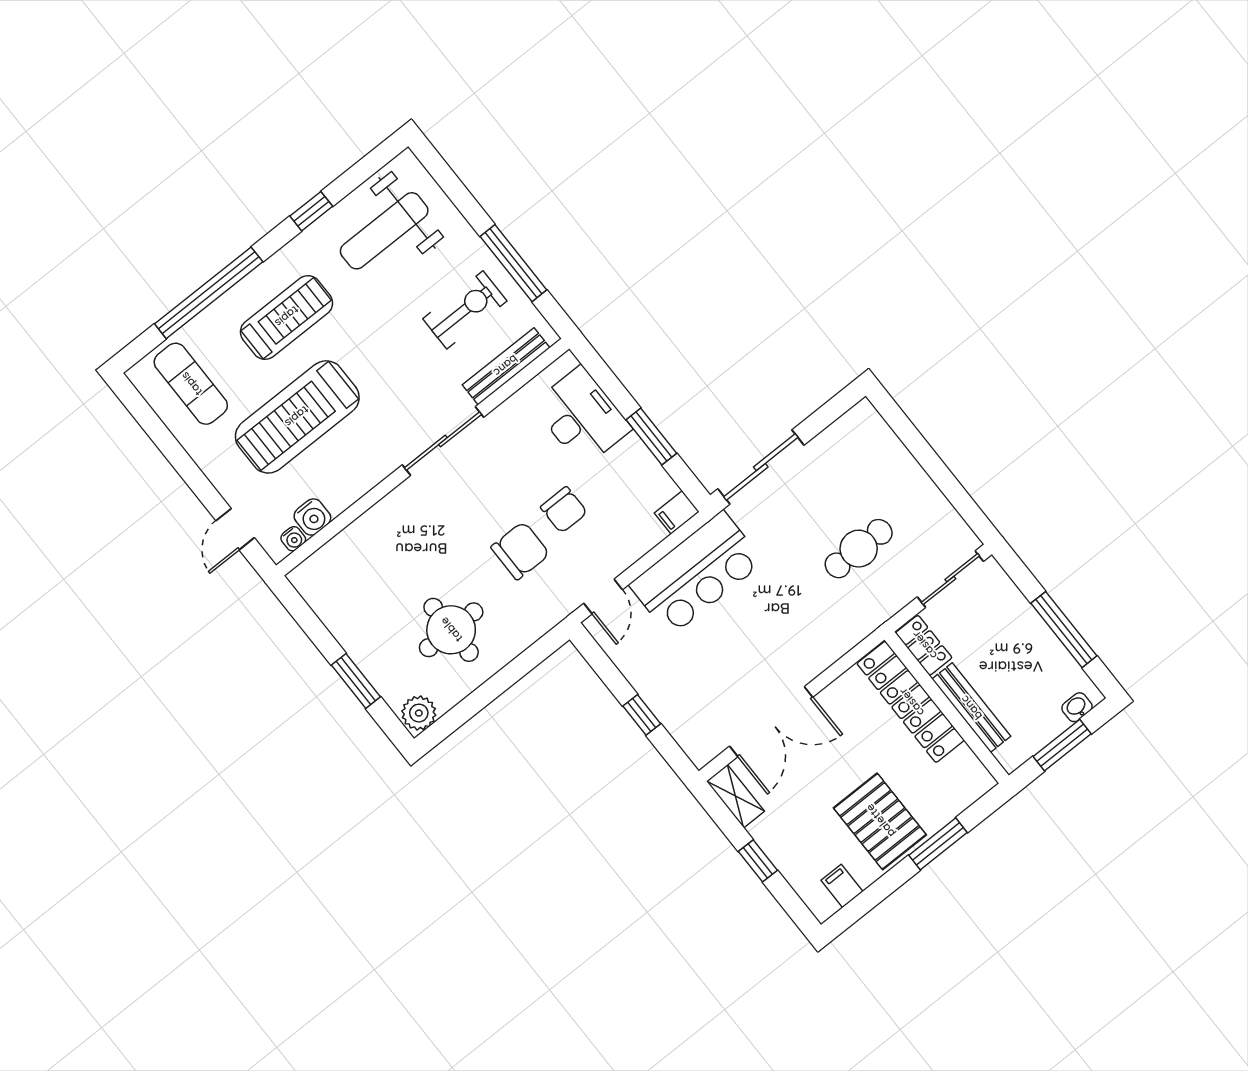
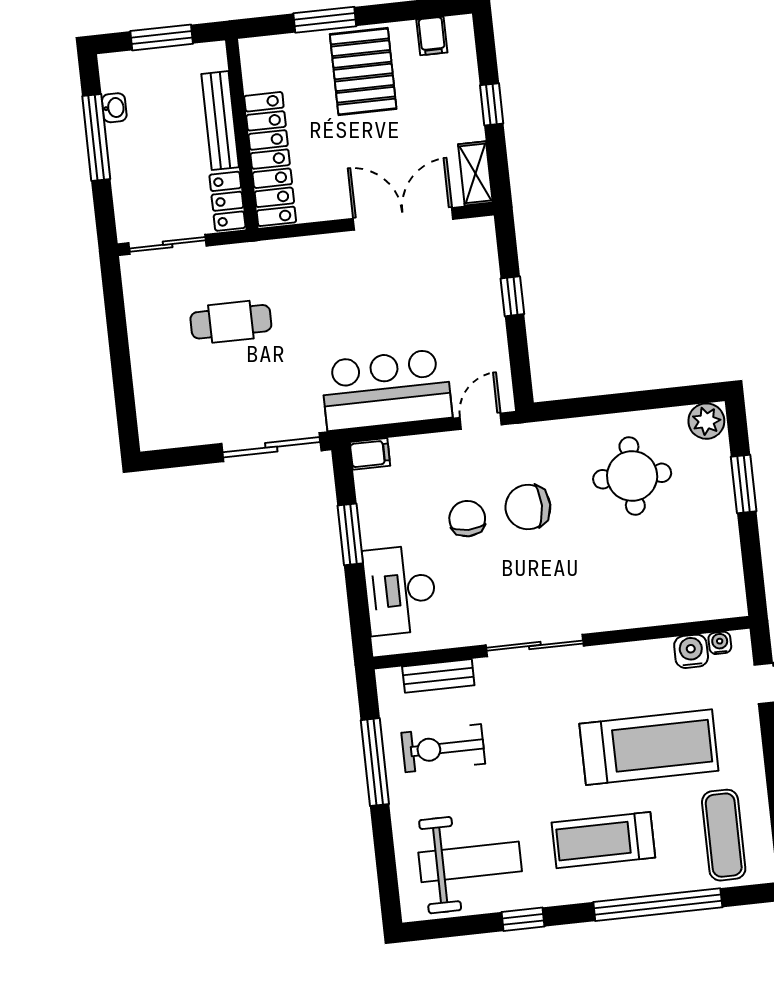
bench: (506, 366) -> (438, 676), width x0.73
washbasin: (1077, 707) -> (114, 108), moved, turned -90

